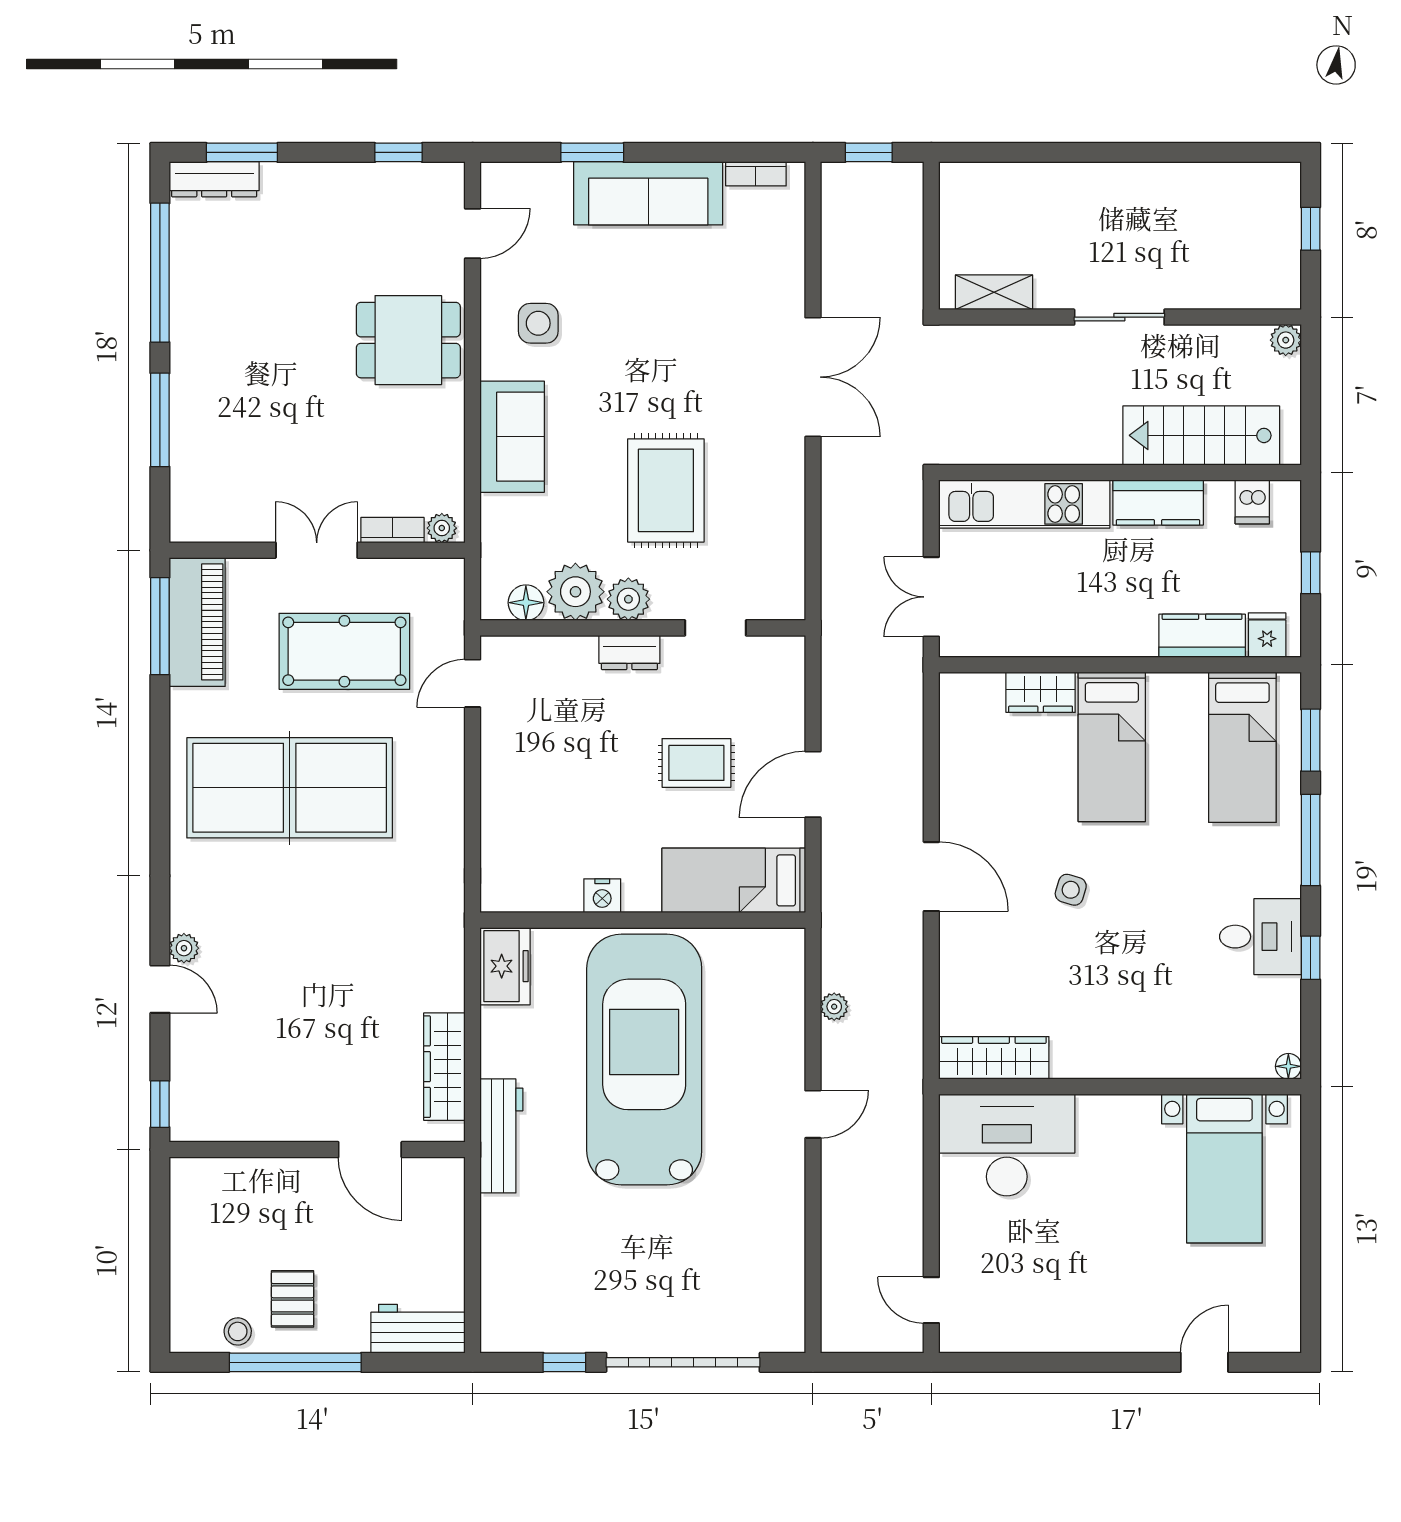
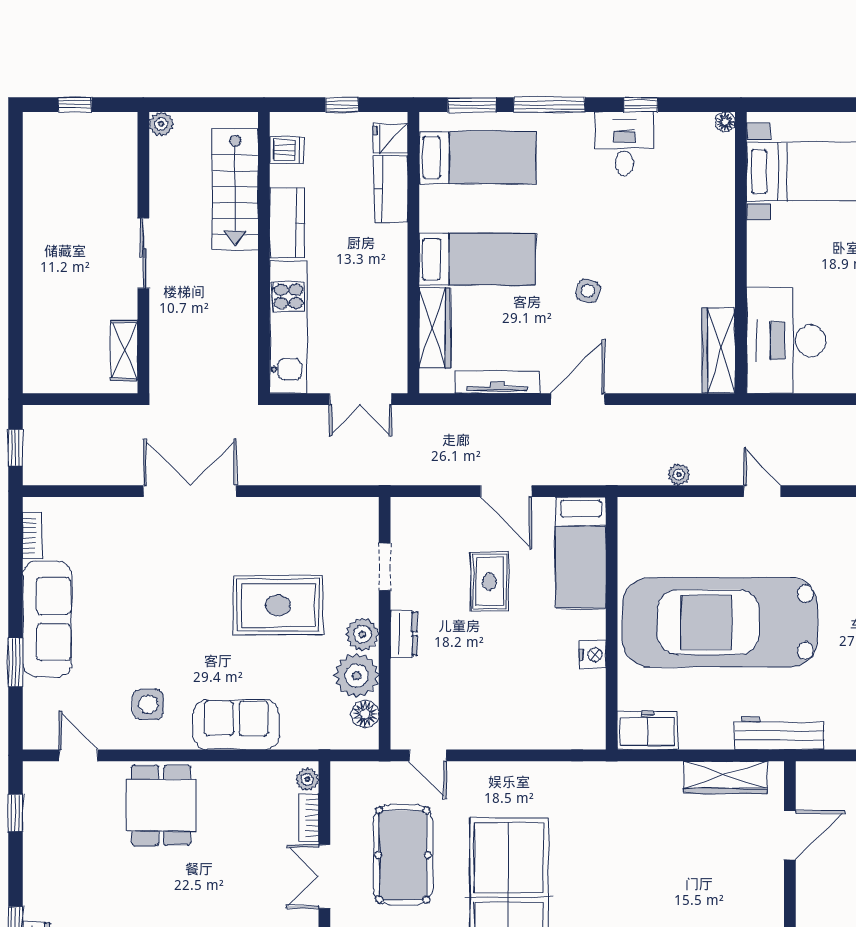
wardrobe: (1041, 692) -> (435, 328), width x1.50
tv unit: (953, 773) -> (497, 382), added

